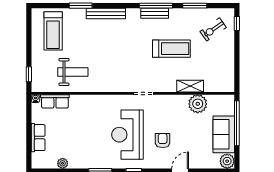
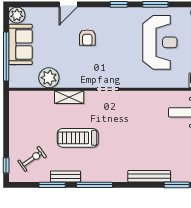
bench: (155, 13) -> (65, 176), moved
shelving: (190, 86) -> (69, 97), moved
reception desk: (127, 135) -> (160, 42), moved

